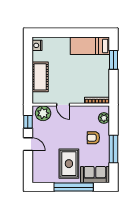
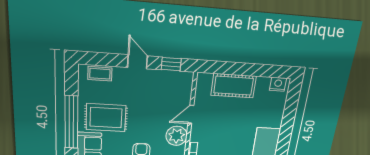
plant: (43, 113) -> (177, 136), moved
door: (28, 144) -> (137, 62), swing flipped
coffee table: (38, 169) -> (100, 74), added

